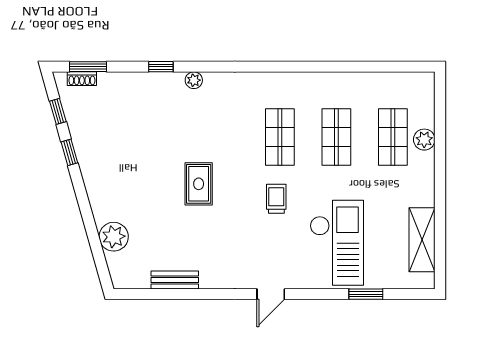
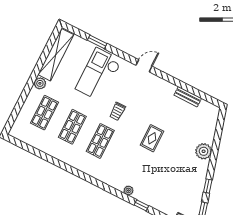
plant: (424, 140) -> (40, 83), moved
plant: (114, 237) -> (204, 151), moved
shelving: (422, 240) -> (56, 55), width x1.47

